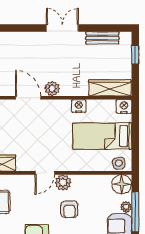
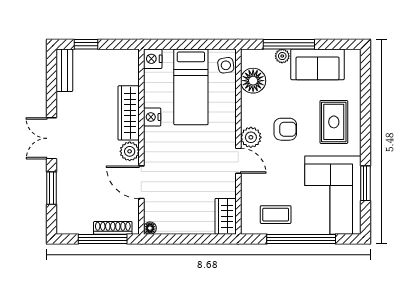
window: (24, 28) -> (52, 188), added
bench: (102, 38) -> (64, 70), moved
wardrobe: (110, 88) -> (129, 113), moved
door: (28, 98) -> (141, 182), hinge flipped
floor lamp: (122, 184) -> (253, 81), moved

